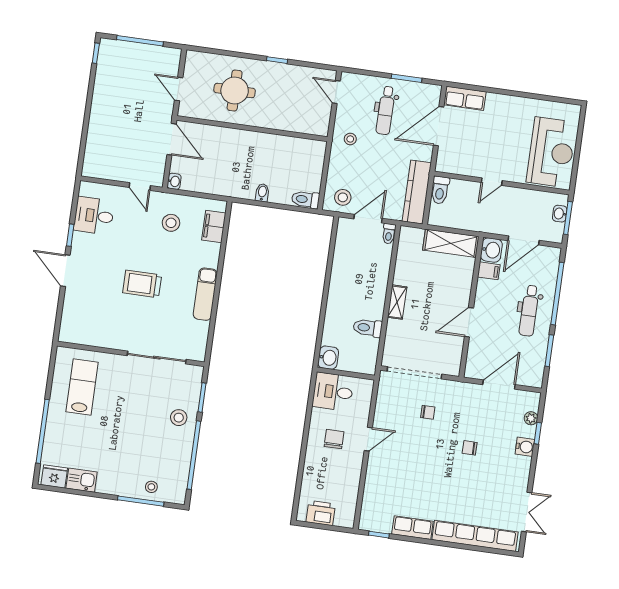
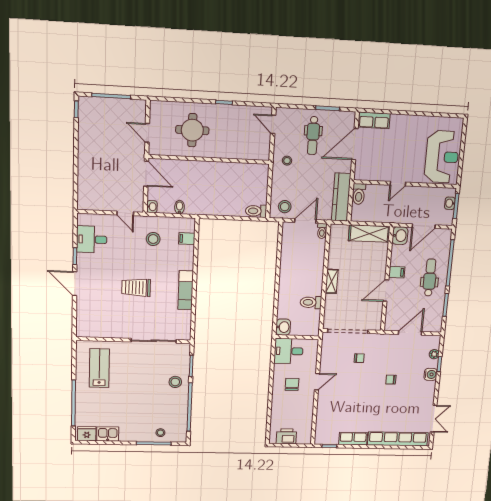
bidet: (262, 193) -> (179, 207), moved
filing cabinet: (214, 226) -> (187, 239), width x0.50
filing cabinet: (489, 271) -> (397, 272), moved
dental chair: (529, 311) -> (430, 278), turned 180

